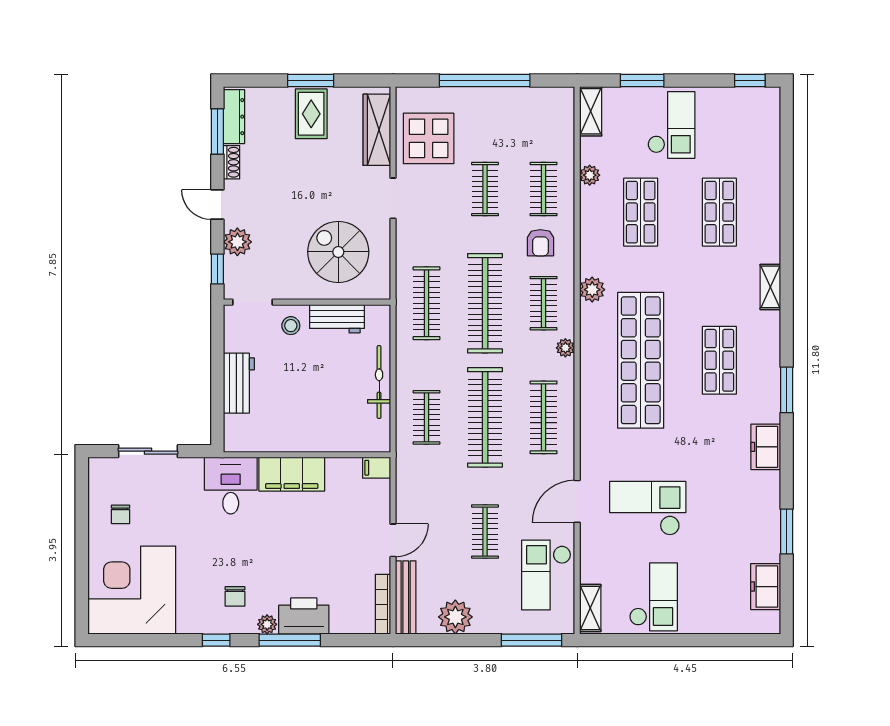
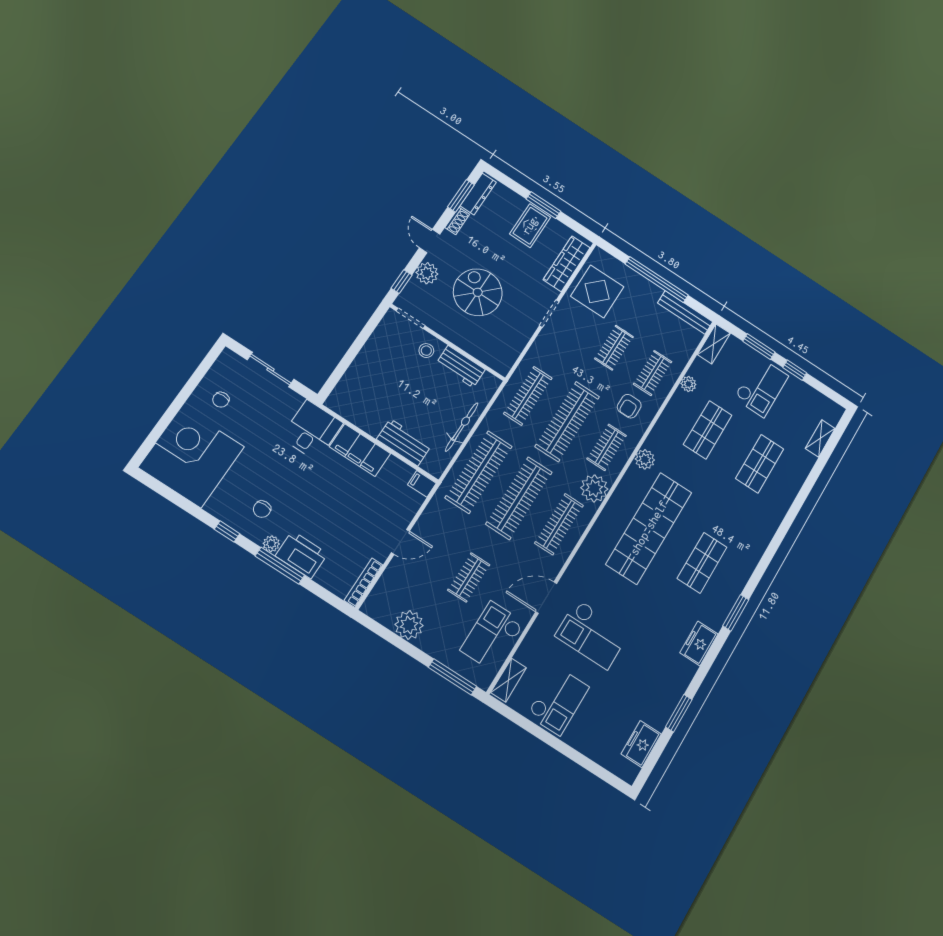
window: (750, 81) -> (795, 370), moved
spiral stairs: (338, 252) -> (478, 292), moved
shelving: (770, 287) -> (820, 438), moved
plant: (565, 348) -> (594, 488), width x1.88, depth x1.88
workbench: (239, 383) -> (404, 442), moved, turned -90
clothes rail: (427, 417) -> (479, 472), width x1.86, depth x1.31
checkout: (648, 508) -> (592, 634), turned 180
bench: (406, 597) -> (685, 312), moved, turned 90

